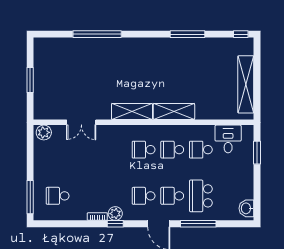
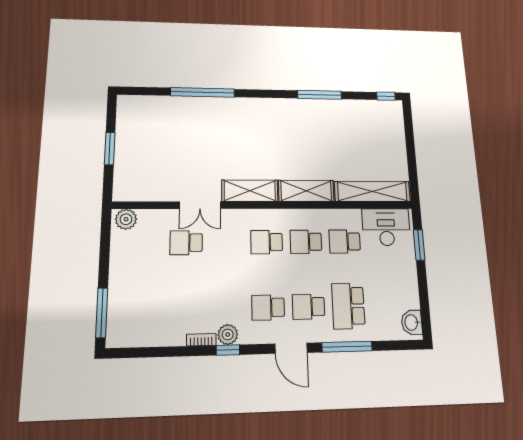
shelving: (246, 84) -> (372, 192), moved, turned 90
double door: (81, 122) -> (200, 205), moved
desk: (228, 139) -> (386, 227), width x1.37
school desk: (58, 196) -> (186, 243), moved

